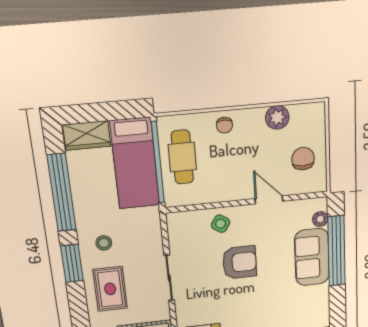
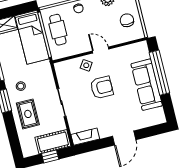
door: (269, 200) -> (101, 50), moved
plant: (320, 219) -> (145, 54), removed
sofa: (312, 257) -> (147, 85), width x1.36

